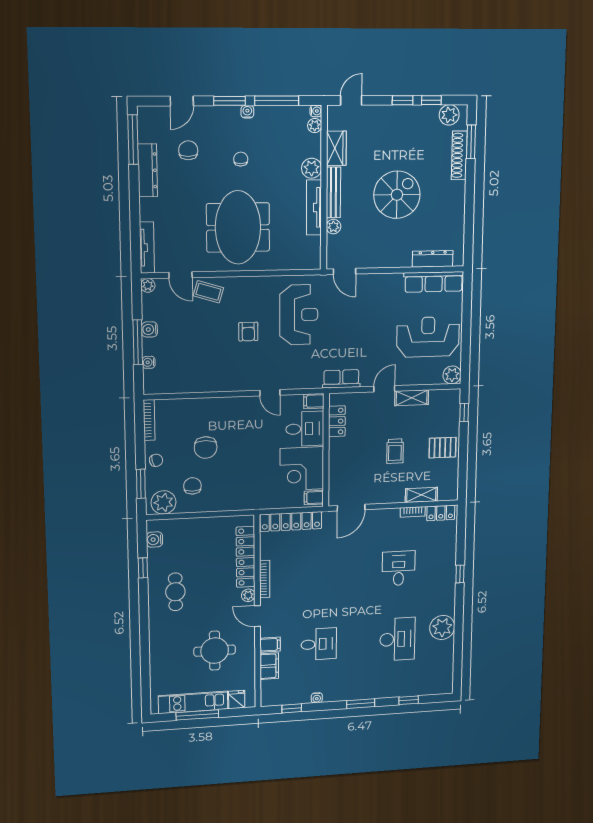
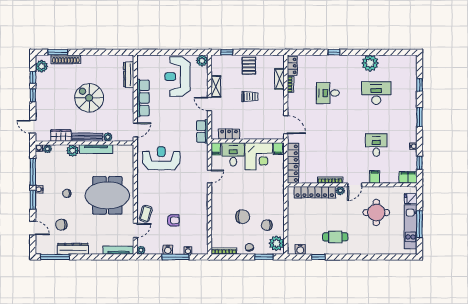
row of seats: (434, 282) -> (143, 98), moved
armchair: (248, 332) -> (173, 220), moved
filing cabinet: (269, 666) -> (408, 177), moved

